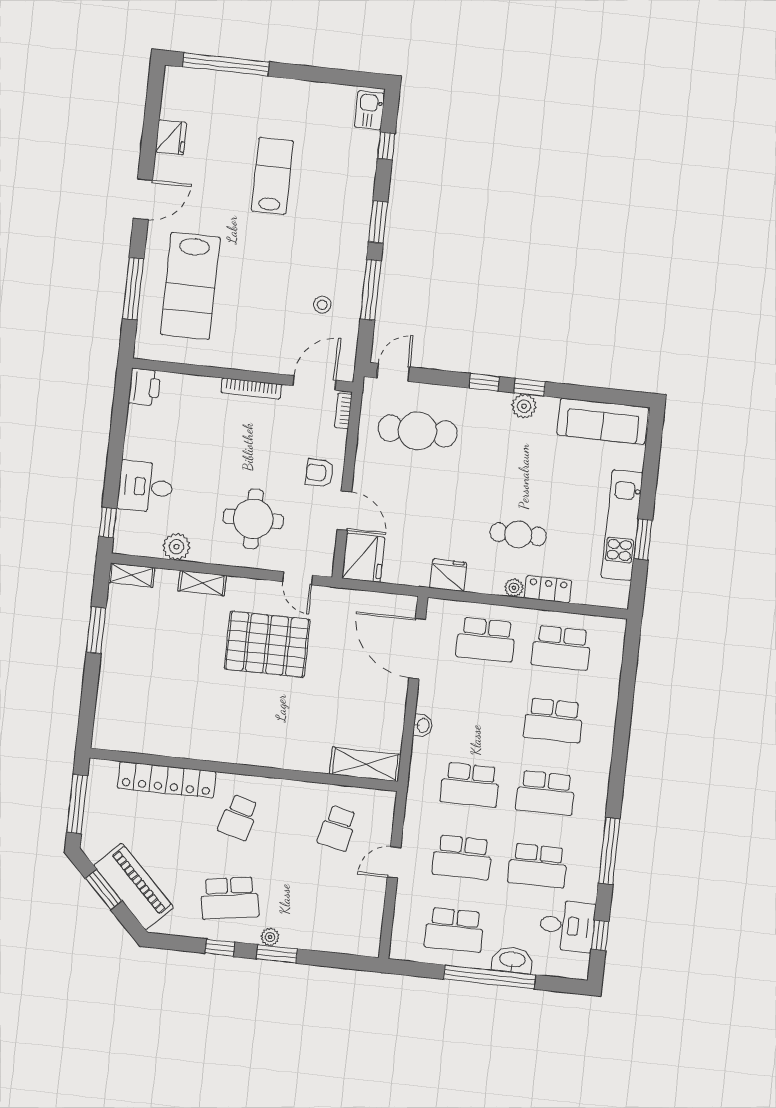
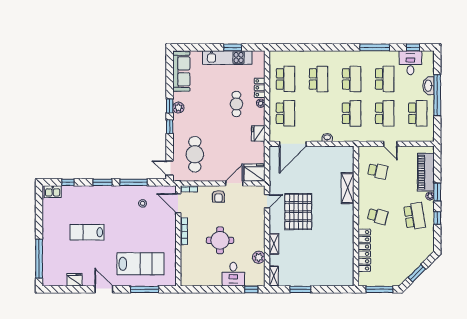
printer: (144, 387) -> (188, 280), removed
round table: (253, 519) -> (220, 240), moved
shelving: (365, 764) -> (348, 188), moved
piano: (134, 887) -> (426, 172), moved, turned -45

